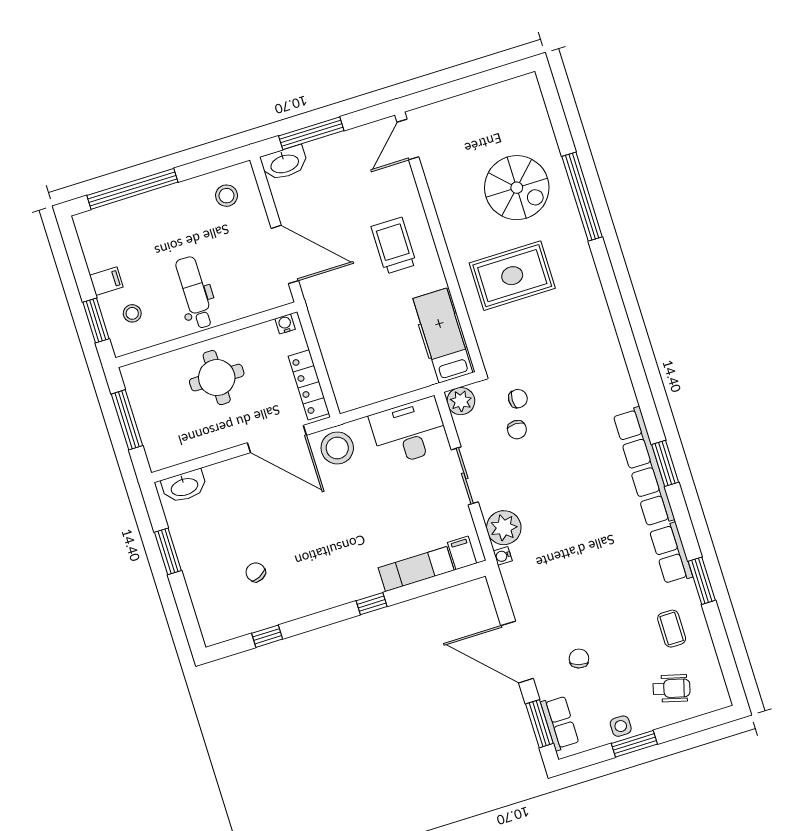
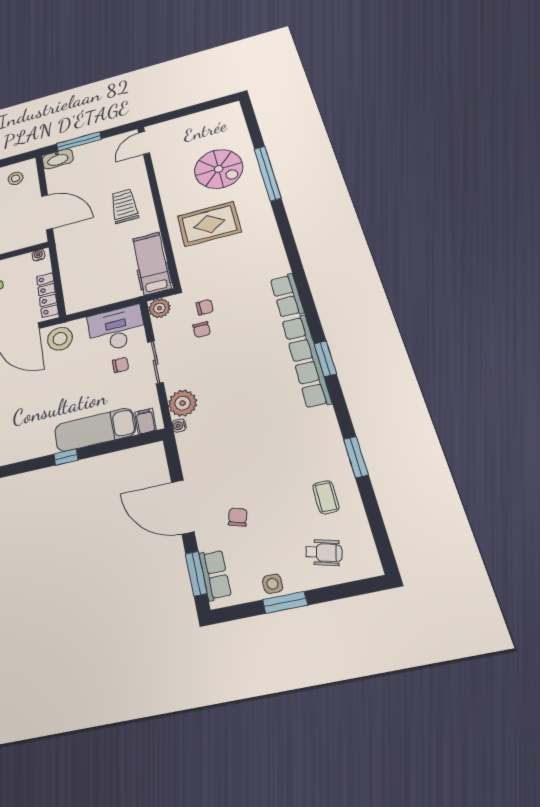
chair: (421, 481) -> (120, 365), added
row of seats: (671, 553) -> (287, 296), moved
exam couch: (416, 569) -> (95, 430), width x1.36, depth x1.45

